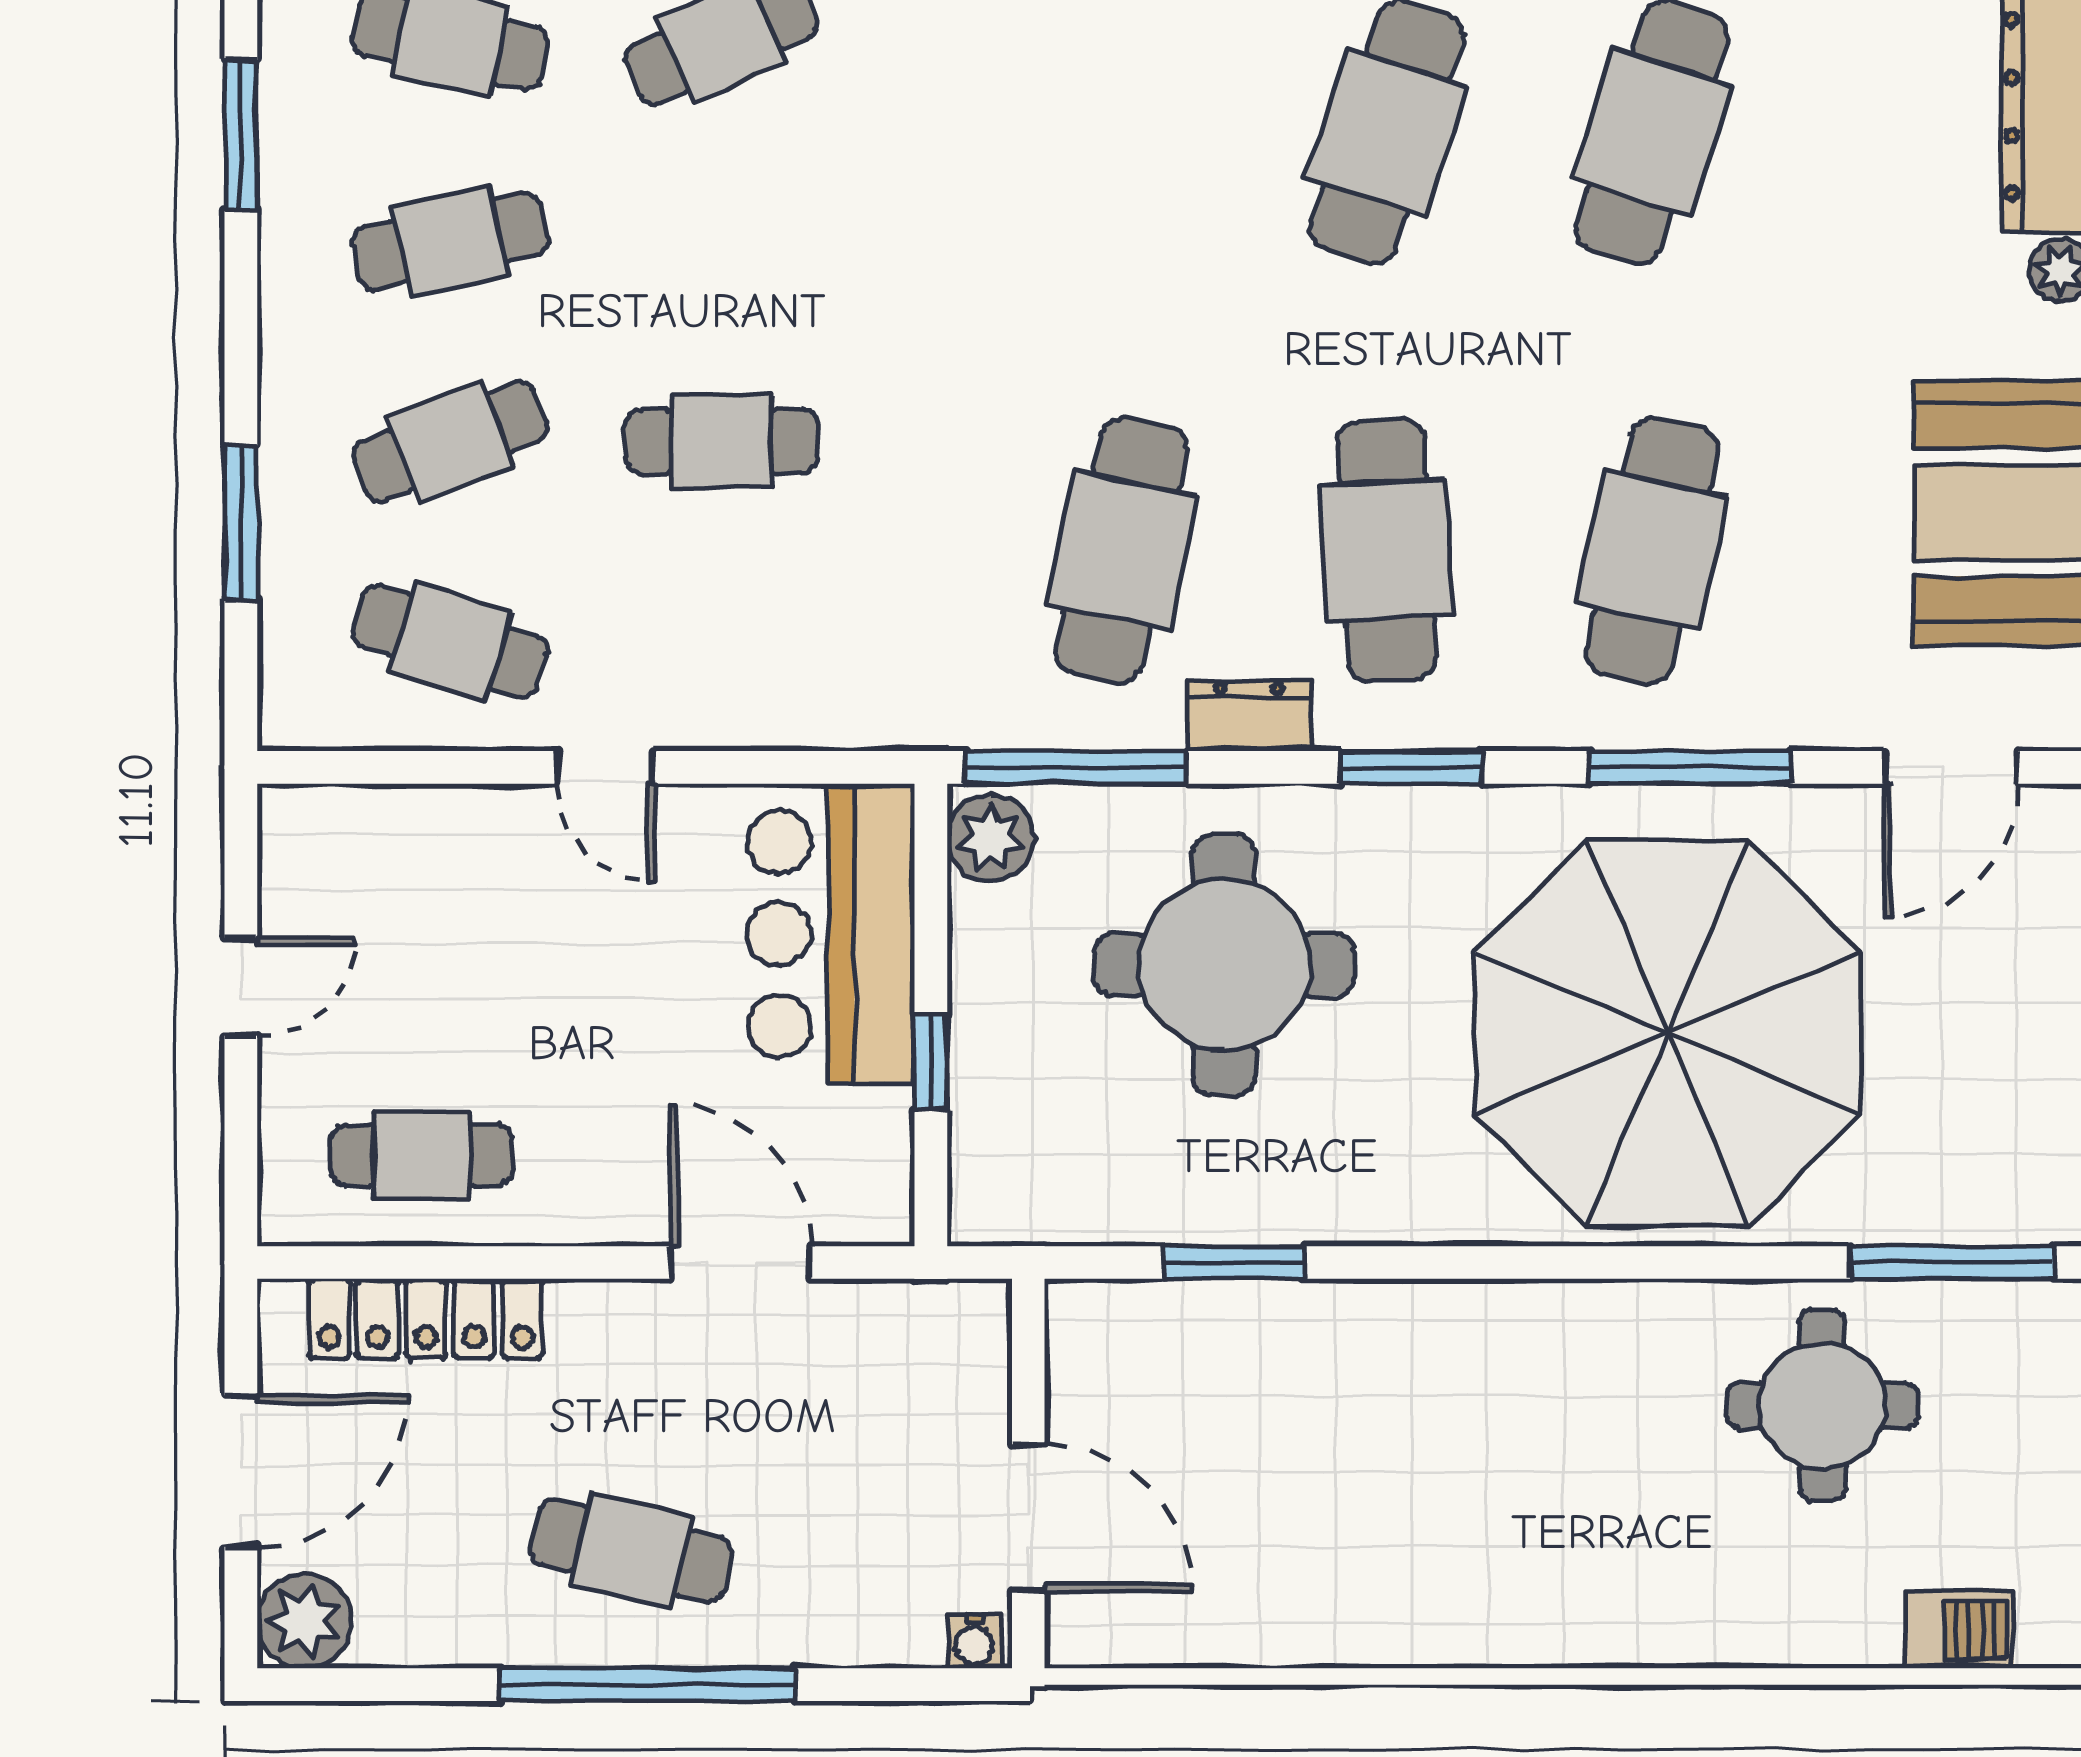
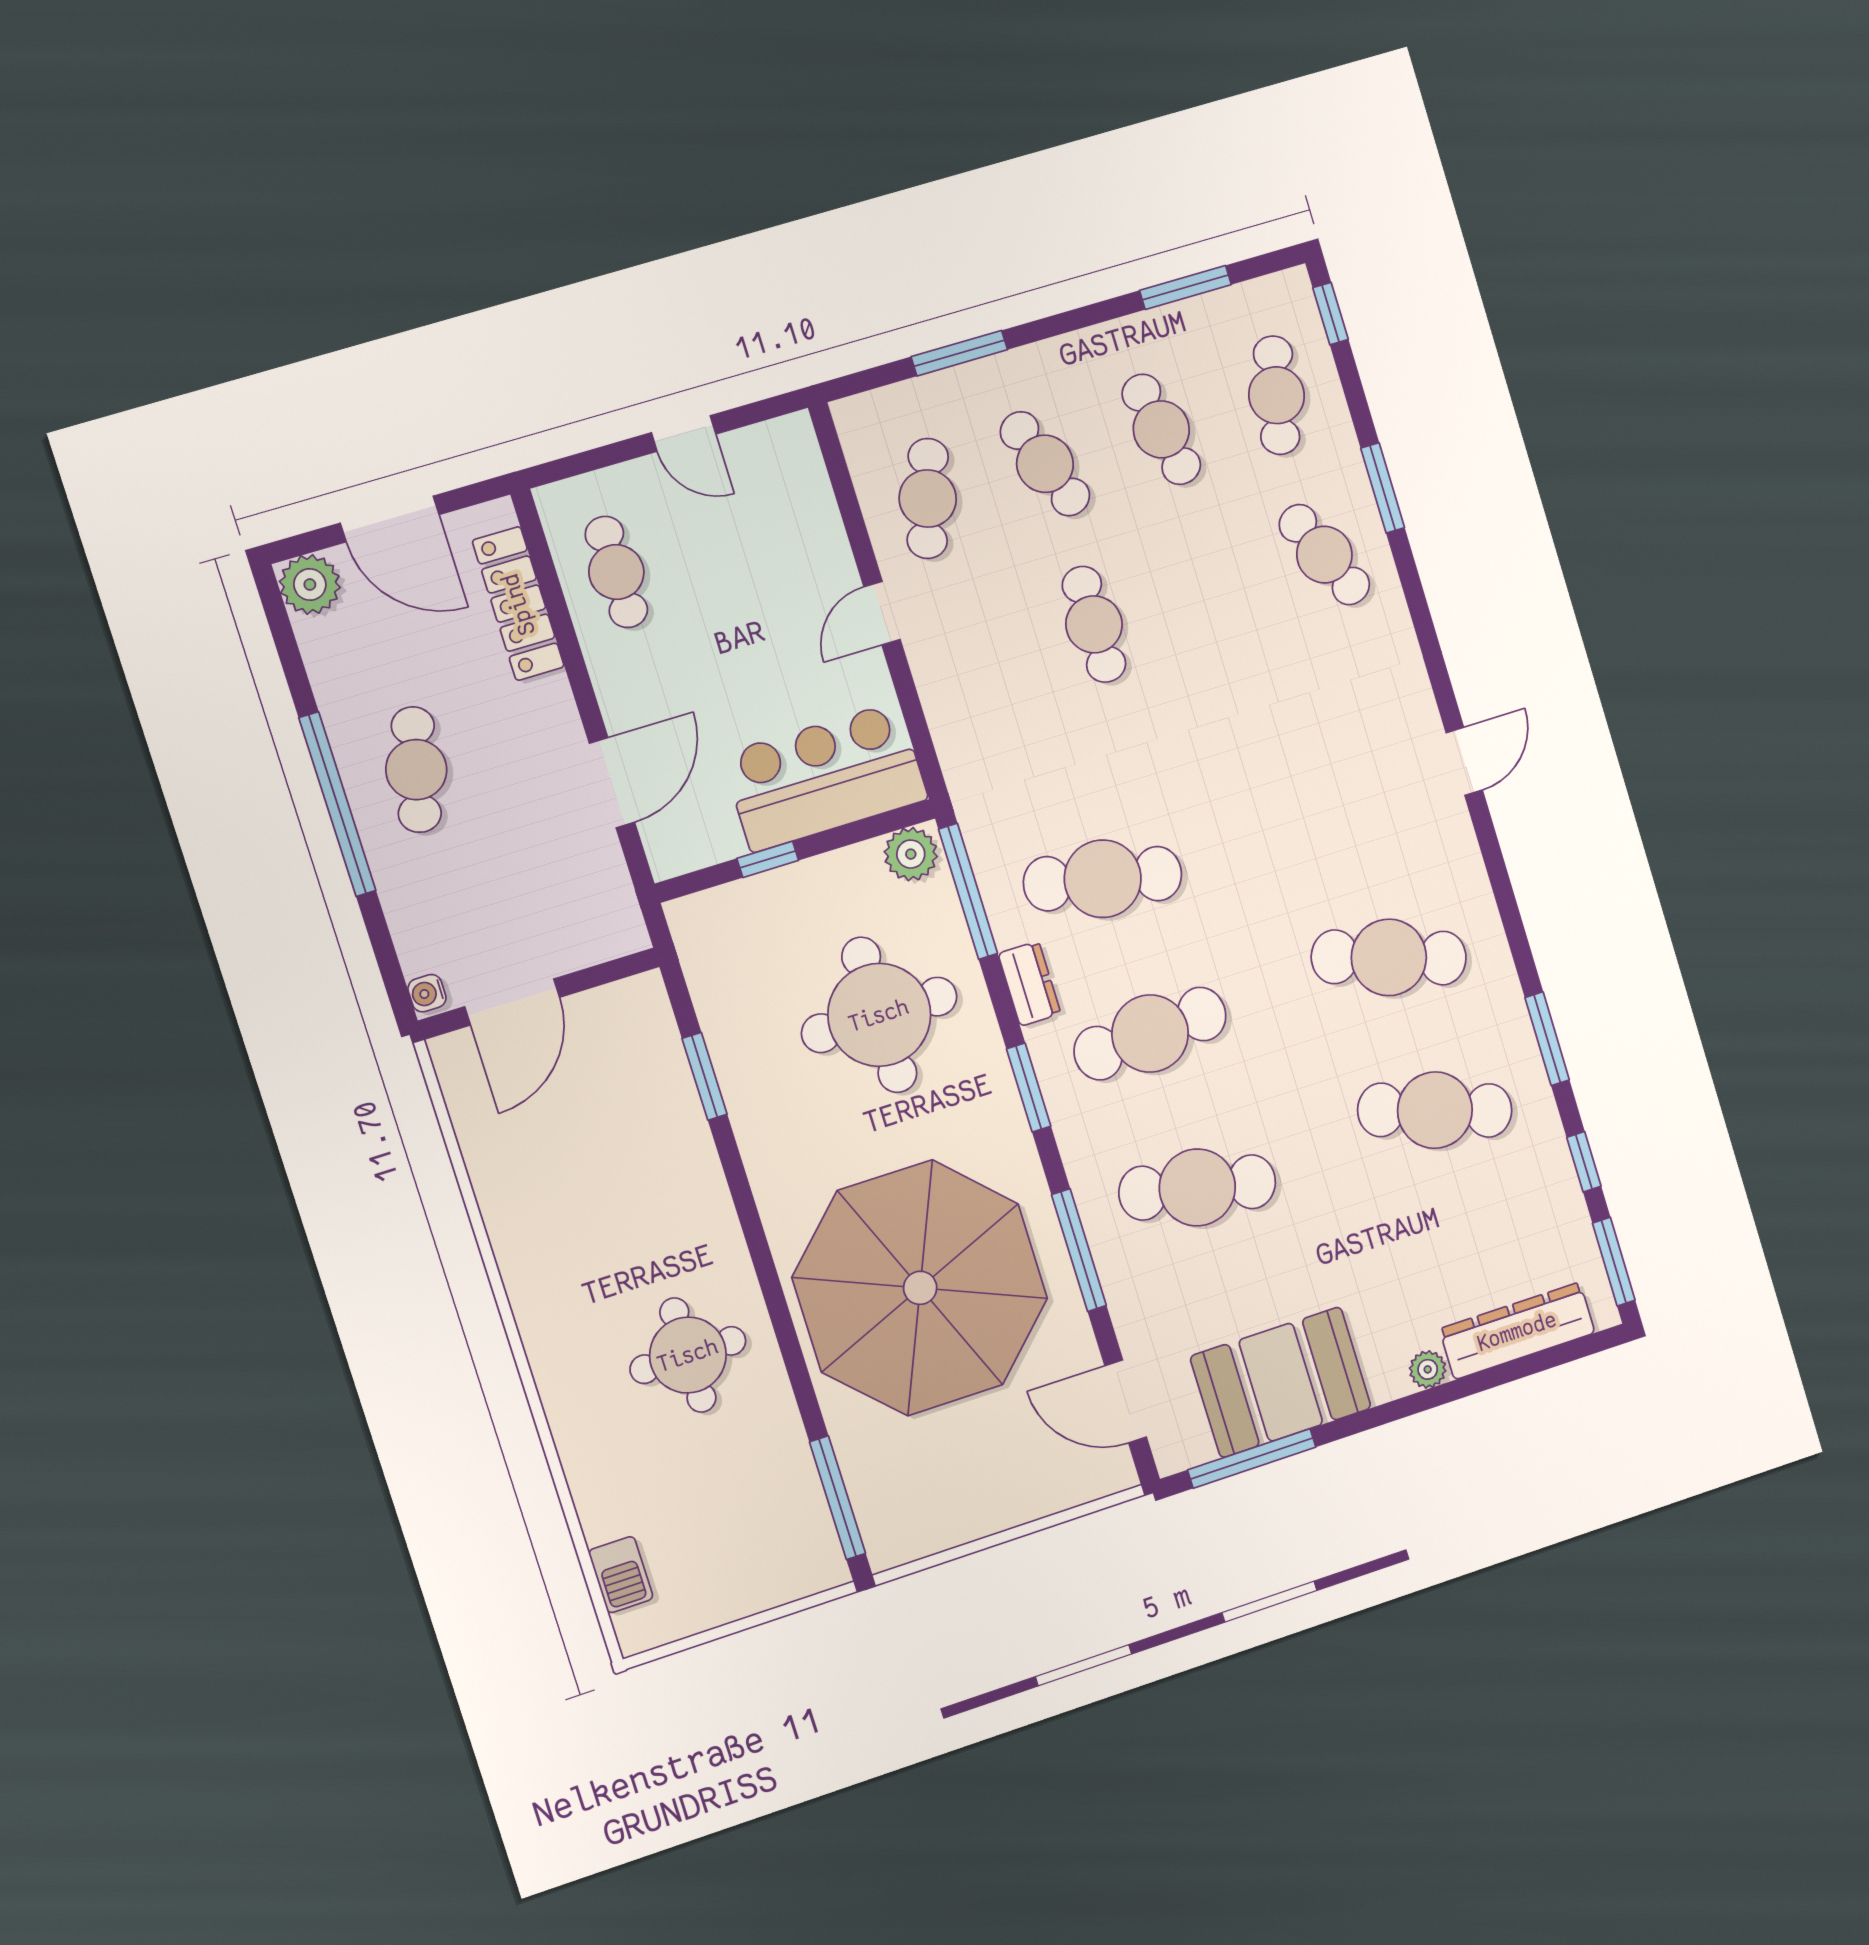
round table: (1822, 1406) -> (688, 1355), moved

